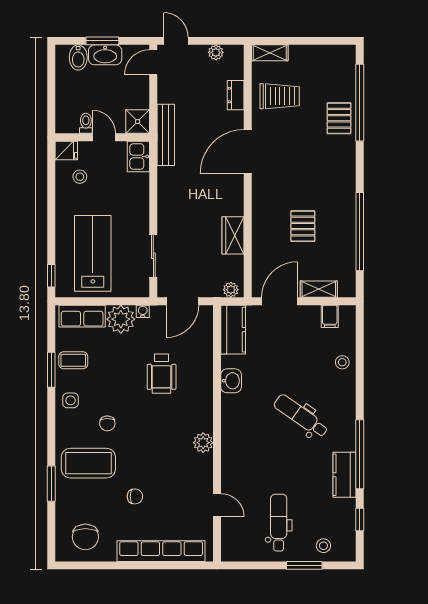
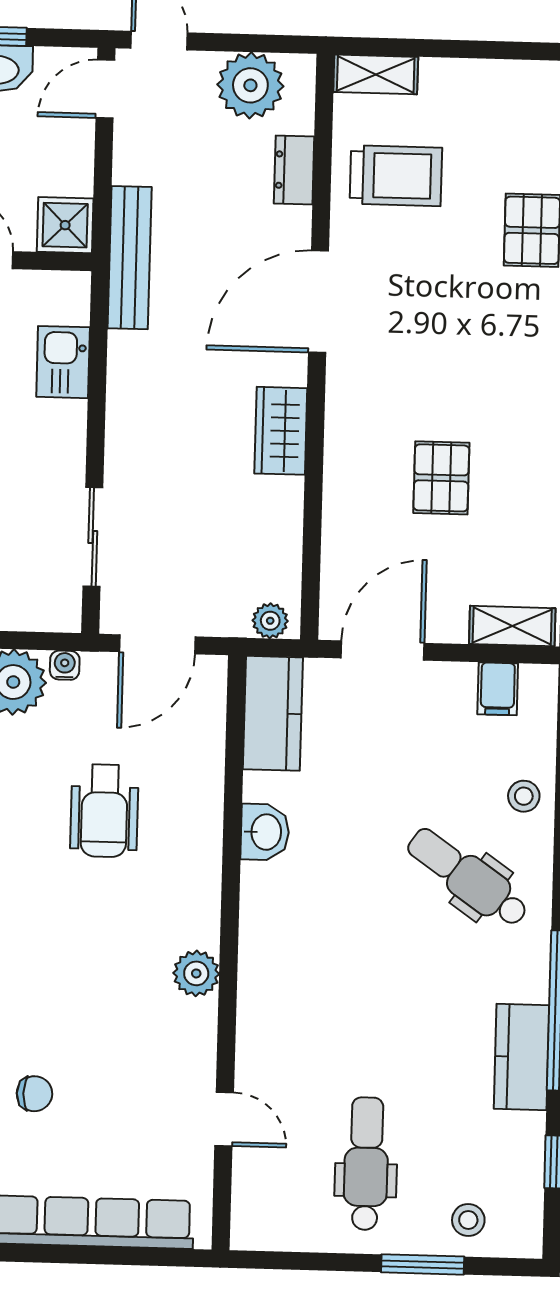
plant: (216, 52) -> (250, 85), width x1.88, depth x1.88
kitchen sink: (138, 156) -> (63, 362), moved
wardrobe: (233, 235) -> (281, 431), moved
shelving: (319, 289) -> (512, 626), moved
dental chair: (301, 416) -> (468, 878), moved

